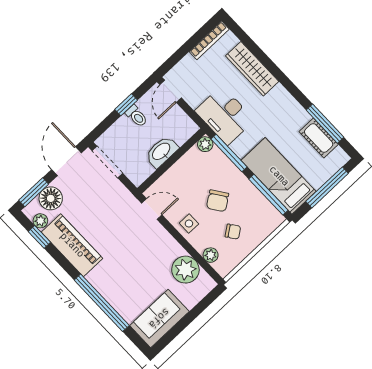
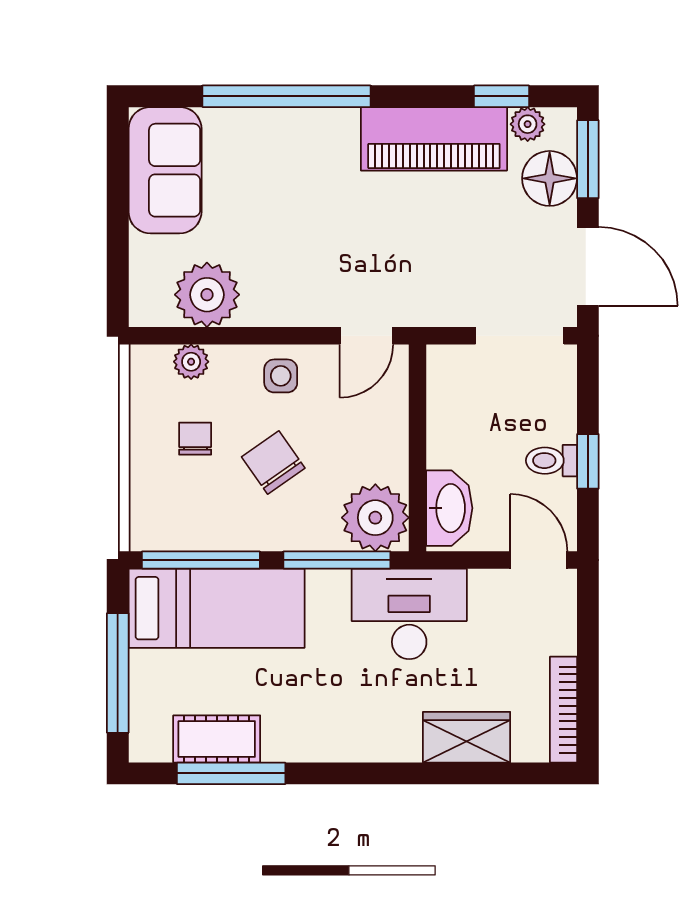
wardrobe: (252, 69) -> (467, 737), width x0.67
plant: (205, 144) -> (375, 518), width x1.88, depth x1.88
washbasin: (162, 152) -> (449, 508), moved
chair: (233, 232) -> (195, 439), turned 126

